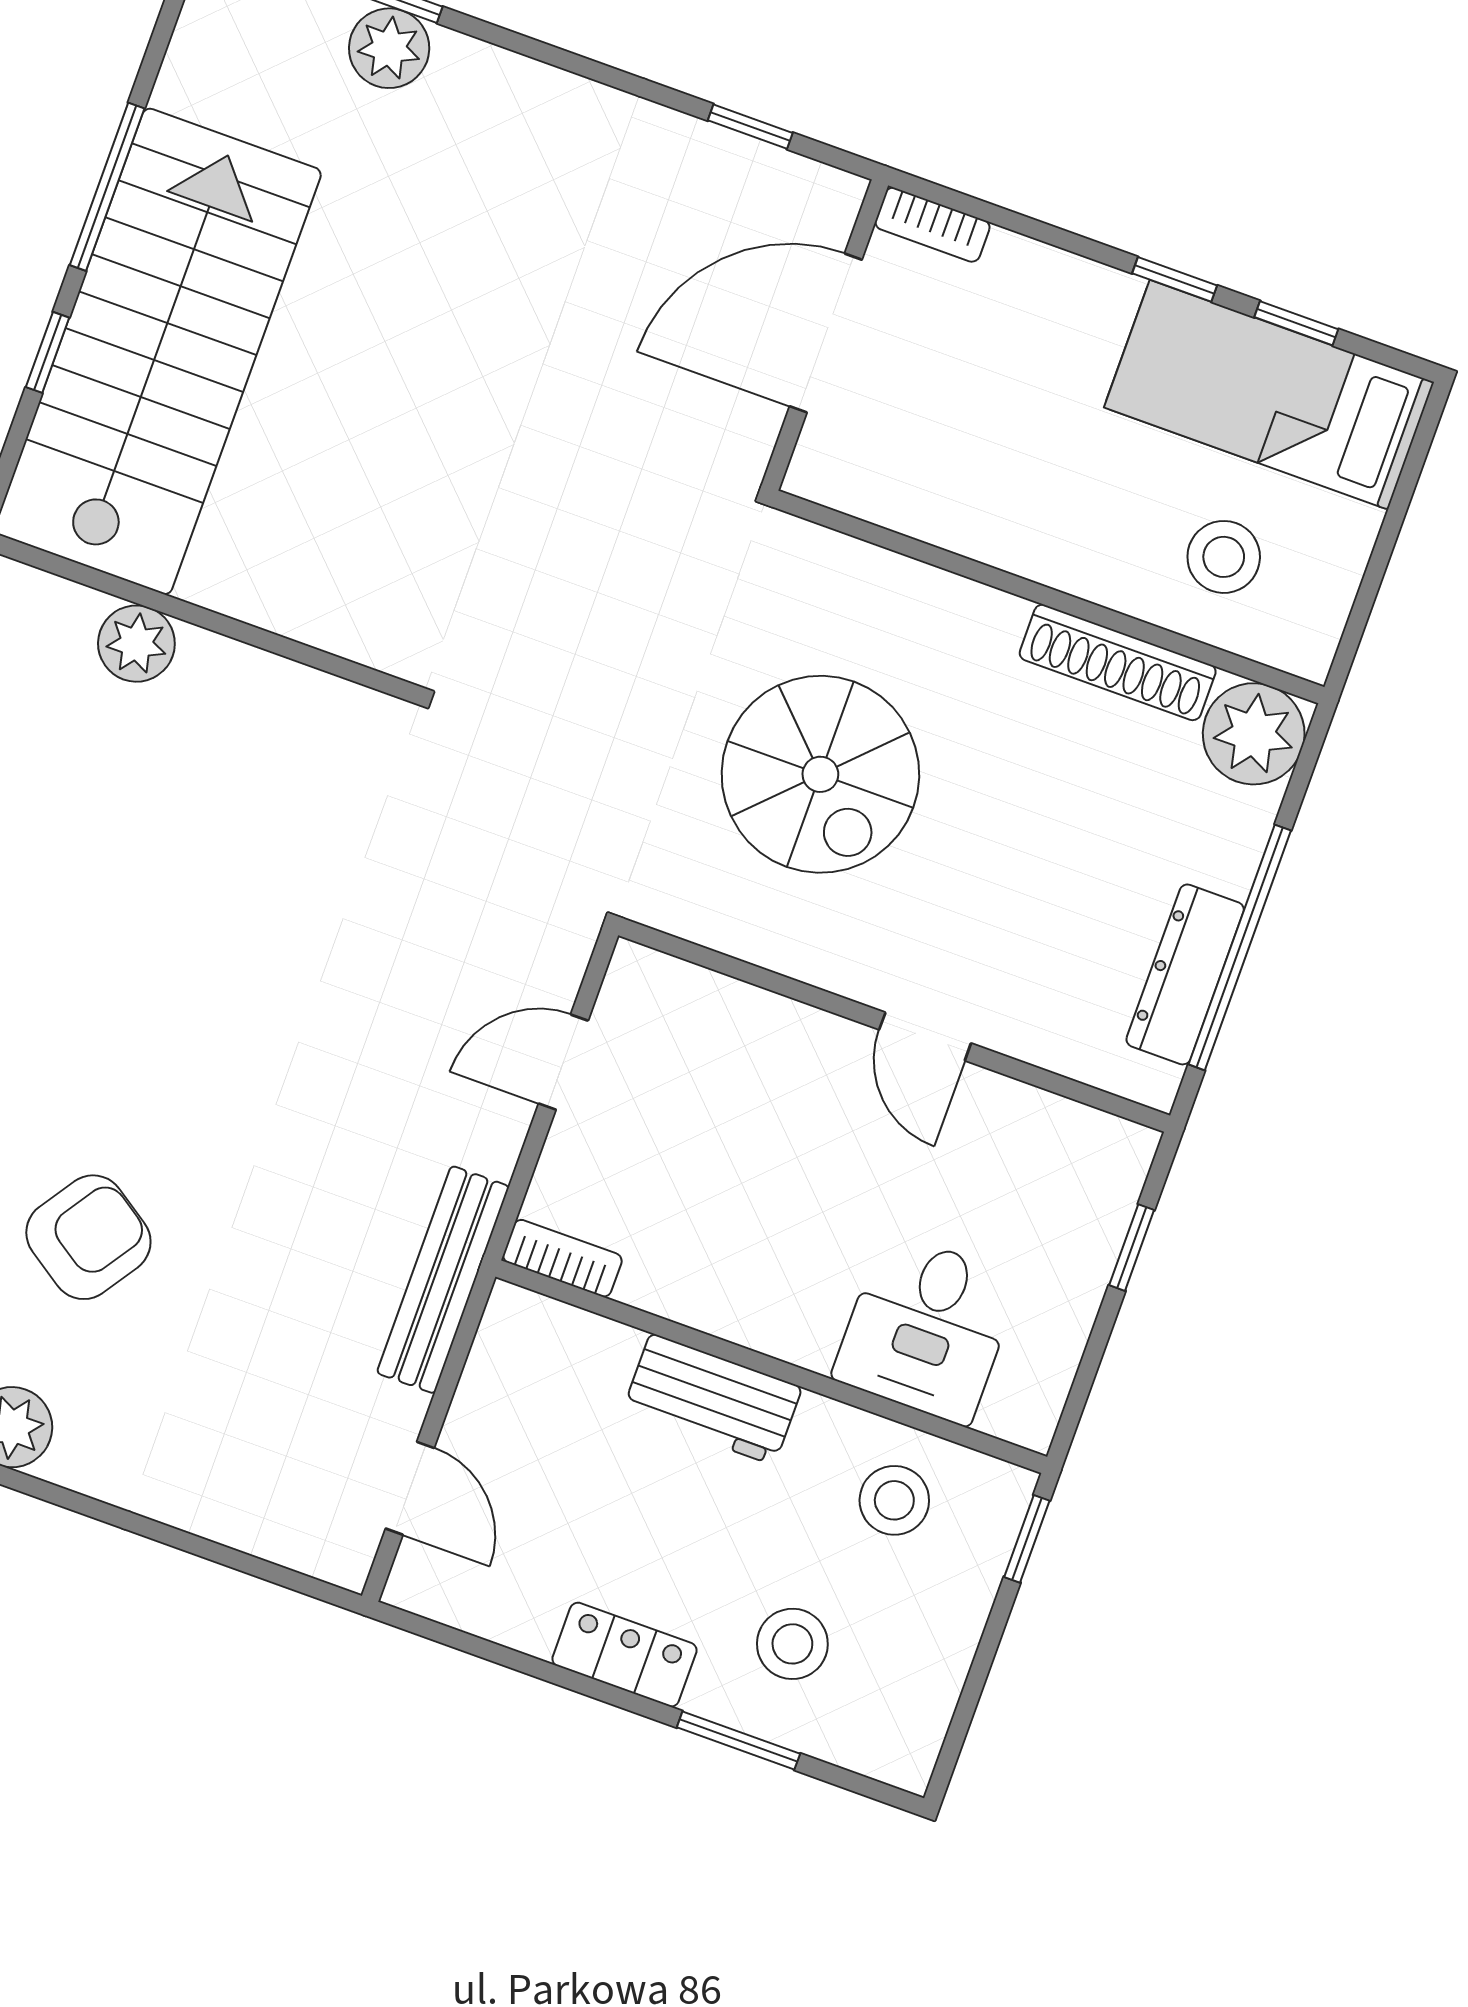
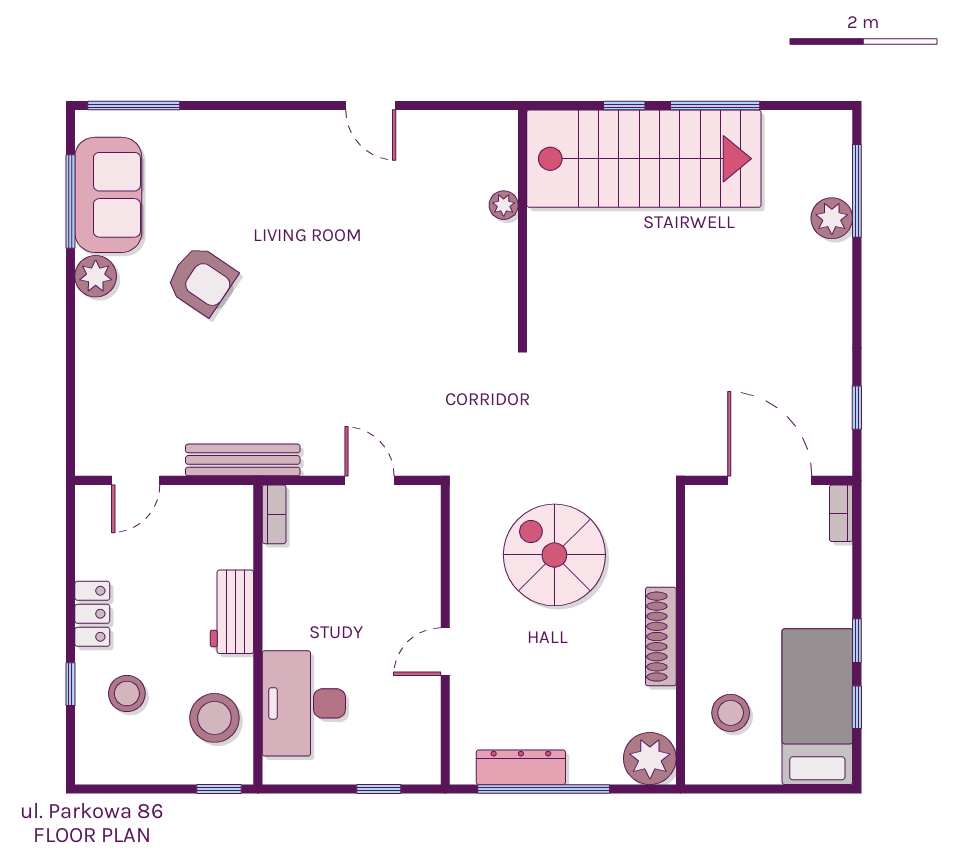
plant: (136, 644) -> (504, 205), width x0.73, depth x0.73
shoe rack: (1118, 662) -> (661, 637), moved
spiral stairs: (820, 774) -> (554, 555), turned 90
desk: (926, 1328) -> (304, 703), width x1.37
stool: (894, 1500) -> (214, 718), width x1.38, depth x1.38
window: (738, 1741) -> (70, 684), width x0.67

